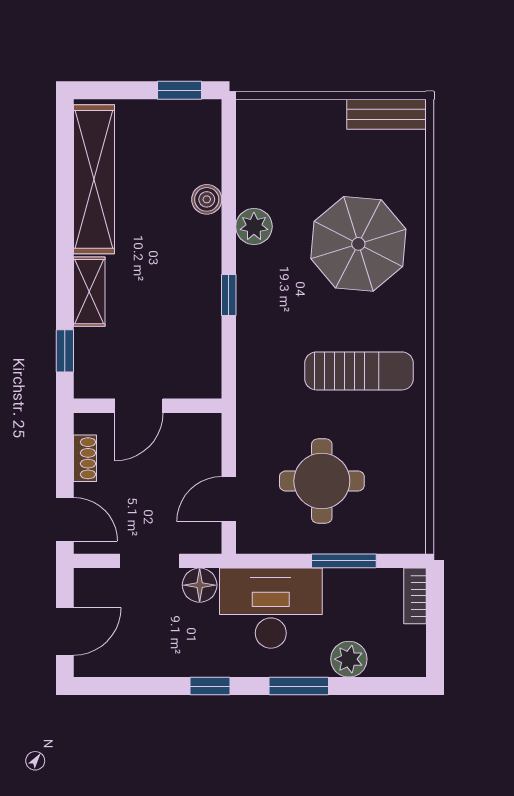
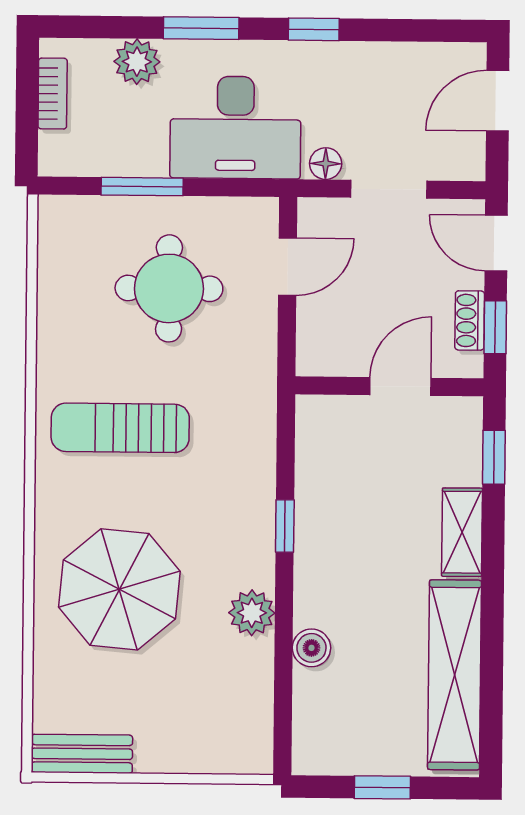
window: (180, 90) -> (382, 787), moved
window: (65, 453) -> (495, 327), added
floor lamp: (200, 585) -> (326, 164), width x0.73, depth x0.73
bookcase: (415, 596) -> (53, 94), moved

